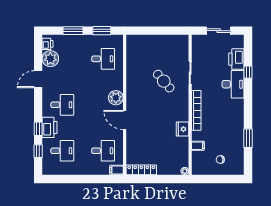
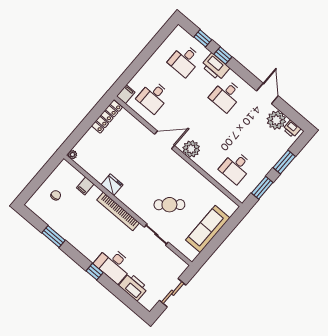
sofa: (158, 43) -> (208, 229), added
window: (248, 72) -> (95, 272), moved

